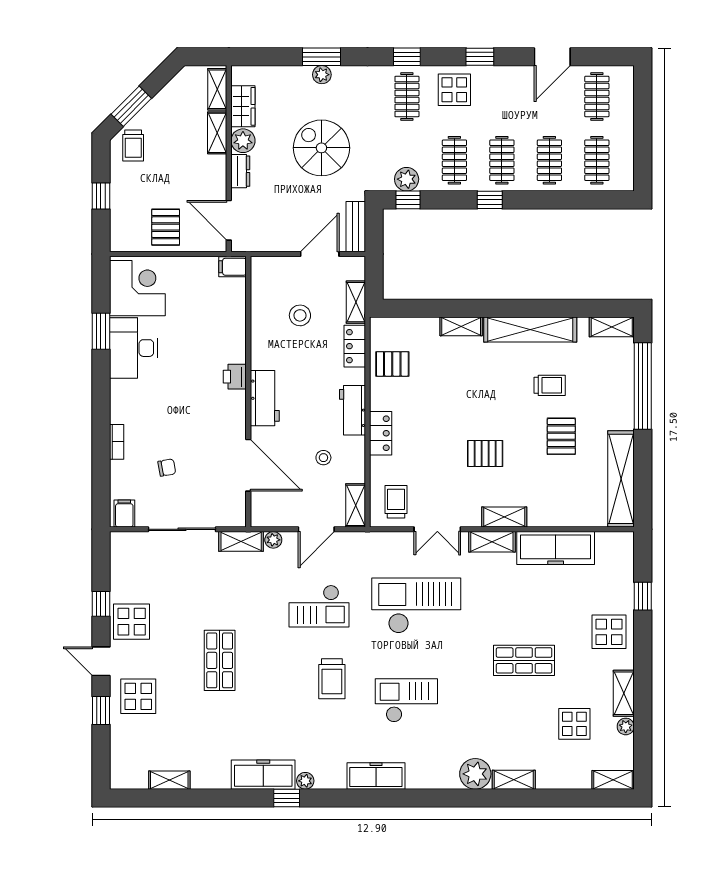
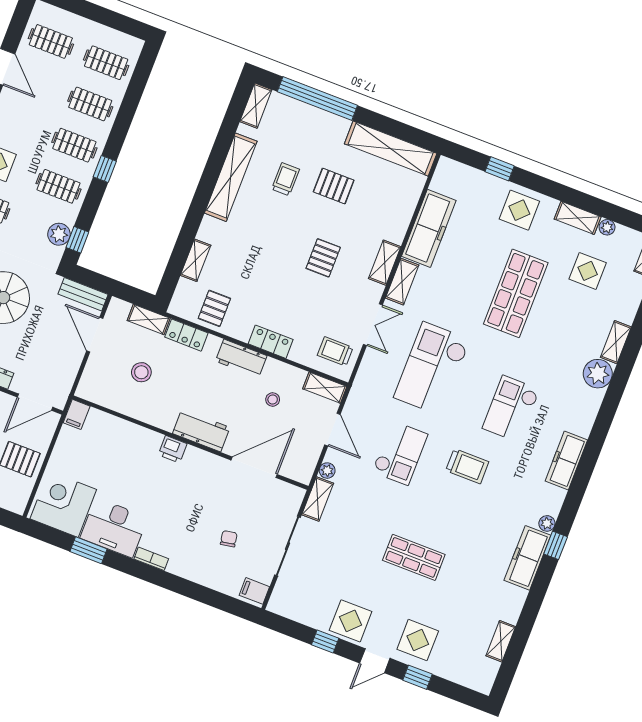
shelving: (461, 326) -> (196, 260), moved
bookcase: (117, 442) -> (151, 559), moved
shop shelf: (524, 660) -> (516, 293), width x1.43, depth x1.36

